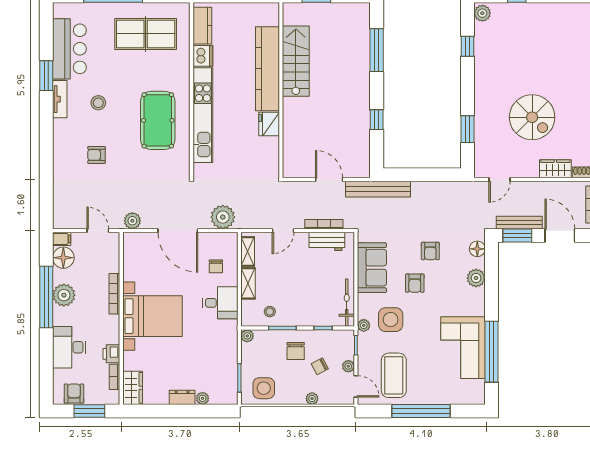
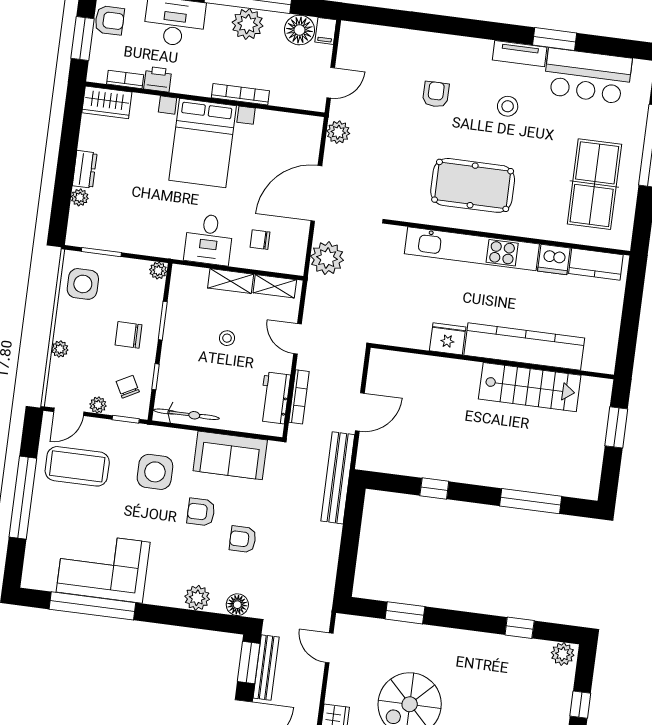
stool: (270, 312) -> (227, 338), moved
plant: (364, 325) -> (152, 434), removed
chair: (320, 366) -> (128, 387), moved

